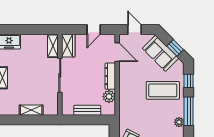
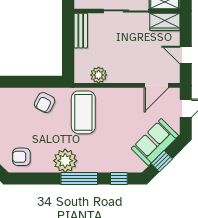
dresser: (110, 76) -> (125, 77), removed
coffee table: (163, 90) -> (83, 112), moved
bench: (87, 110) -> (81, 31), moved
plant: (179, 122) -> (65, 161), width x1.87, depth x1.87

